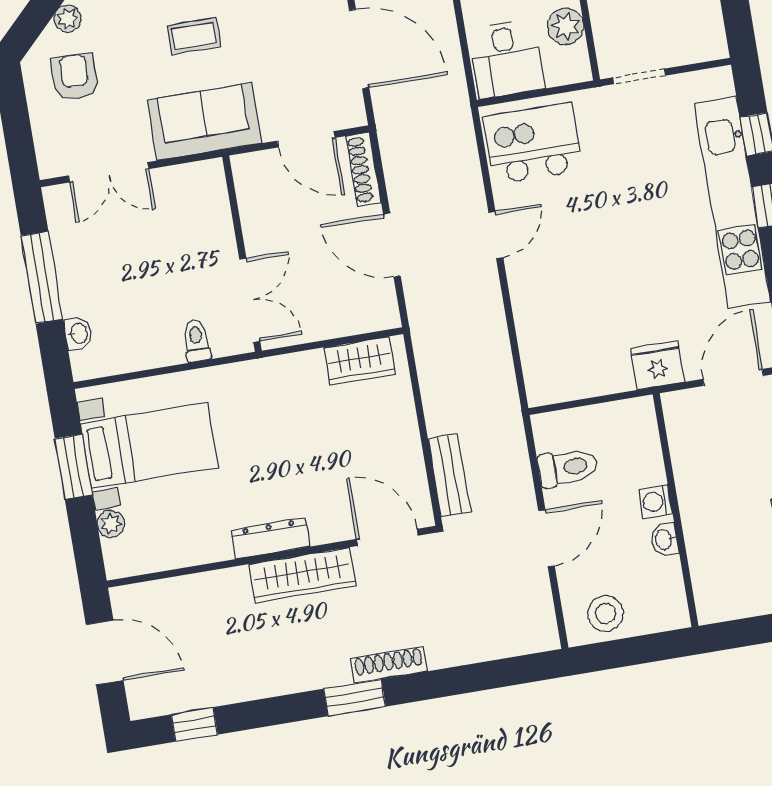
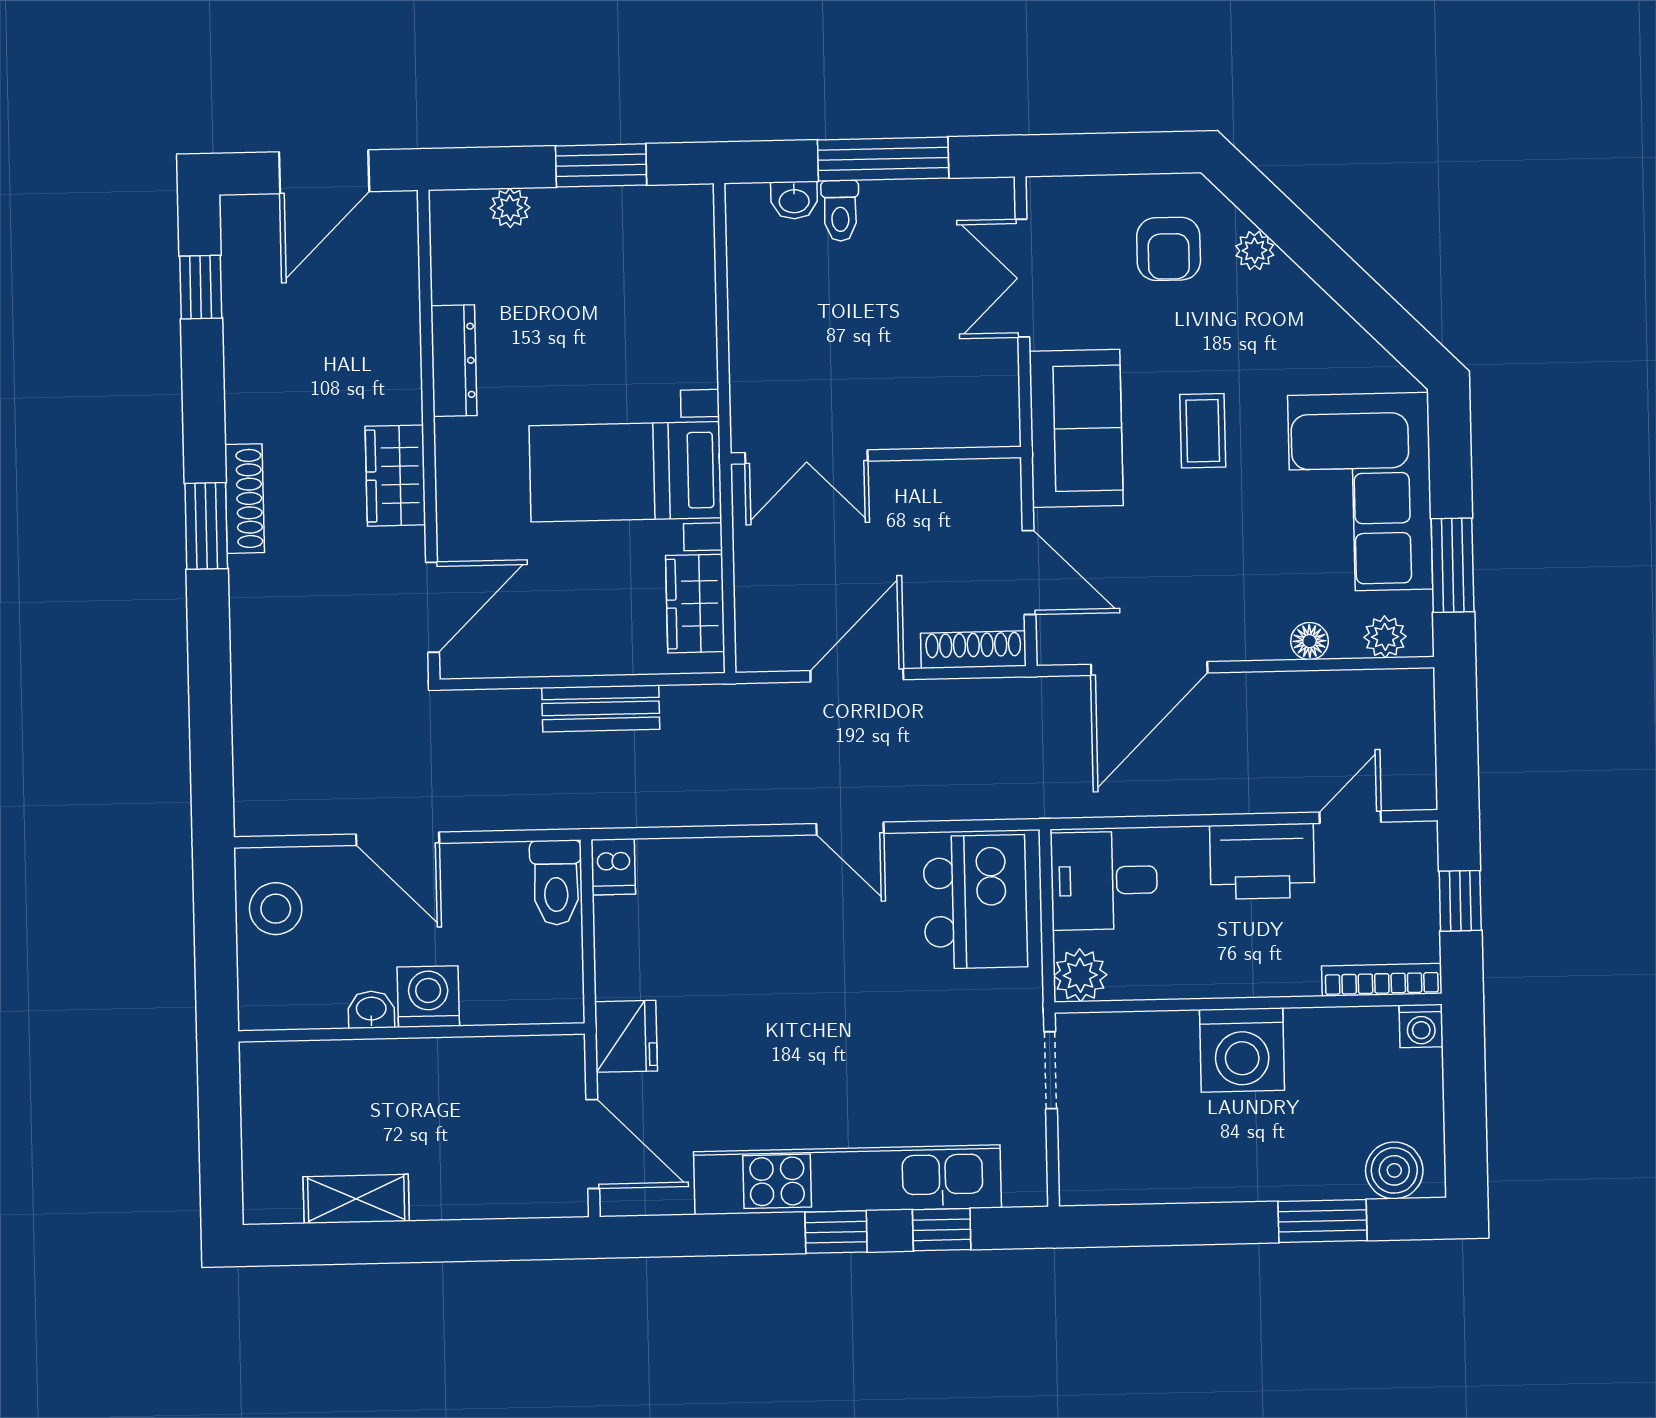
plant: (566, 26) -> (1080, 975), moved
armchair: (75, 77) -> (1169, 249), turned 90
door: (306, 139) -> (1029, 573), swing flipped
toilet: (197, 341) -> (840, 211), moved, turned 90
dishwasher: (545, 391) -> (613, 867), added
bed with nightstands: (150, 445) -> (625, 472), moved, turned 90
toilet: (567, 467) -> (556, 883), moved
bench: (449, 475) -> (601, 708), moved
washing machine: (655, 502) -> (428, 997), width x1.38, depth x1.38
dresser: (270, 538) -> (454, 361), moved
wardrobe: (302, 575) -> (395, 476), width x0.67
shoe rack: (389, 665) -> (244, 499), moved

